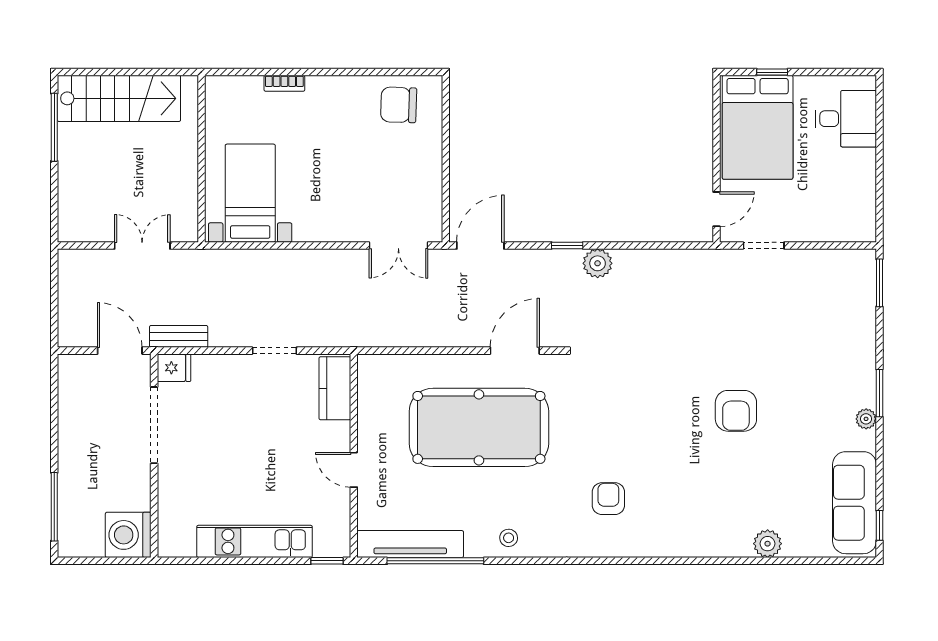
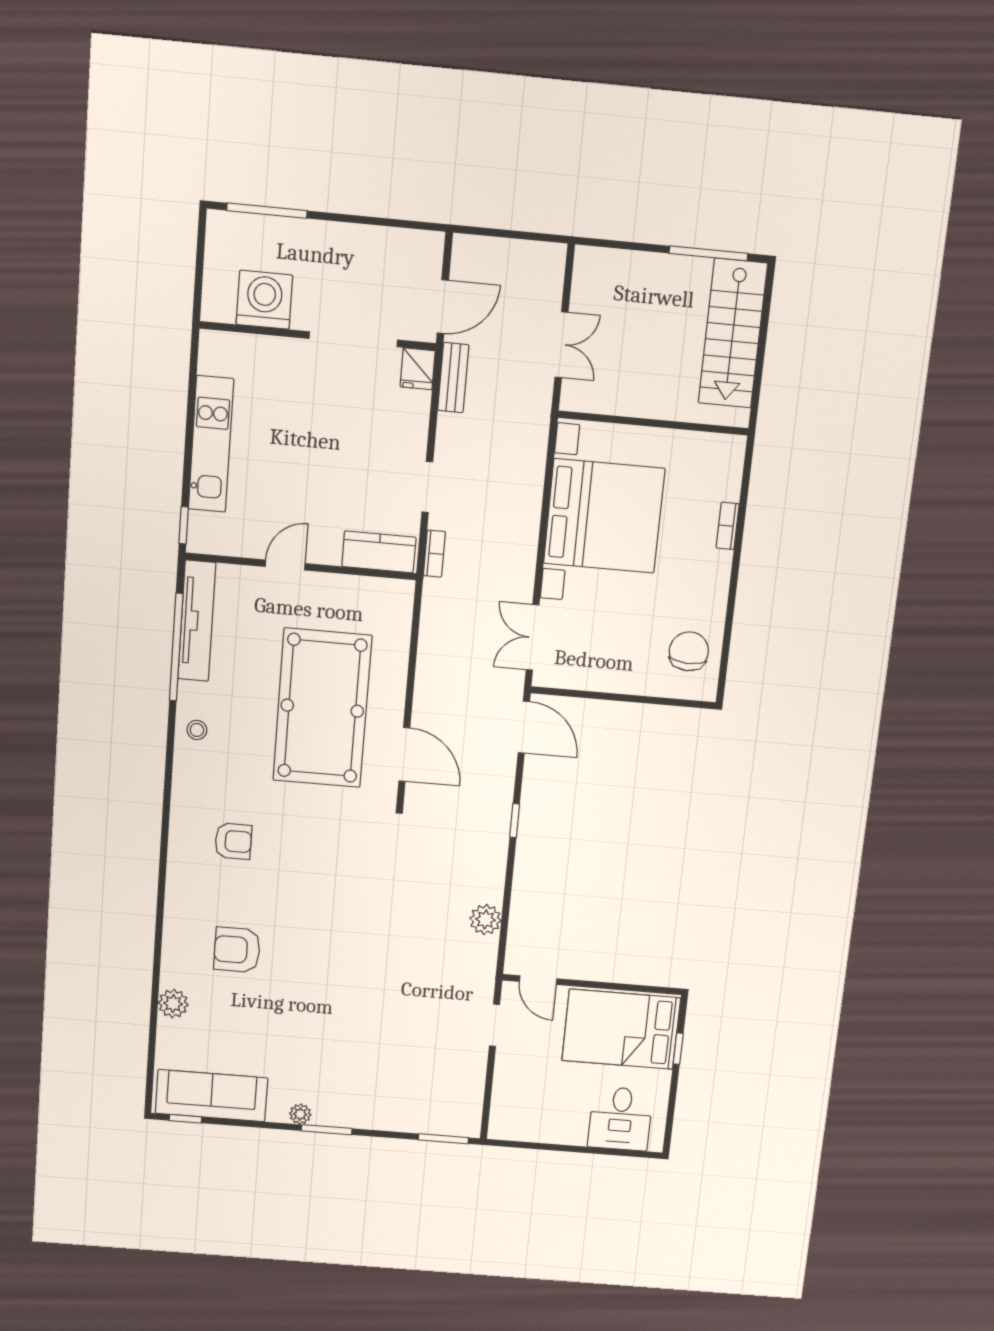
bed with nightstands: (250, 193) -> (604, 516), width x1.85
plant: (598, 263) -> (485, 920), moved
bookcase: (332, 339) -> (434, 554), added
armchair: (736, 411) -> (237, 950), moved
washing machine: (128, 535) -> (264, 300), moved

